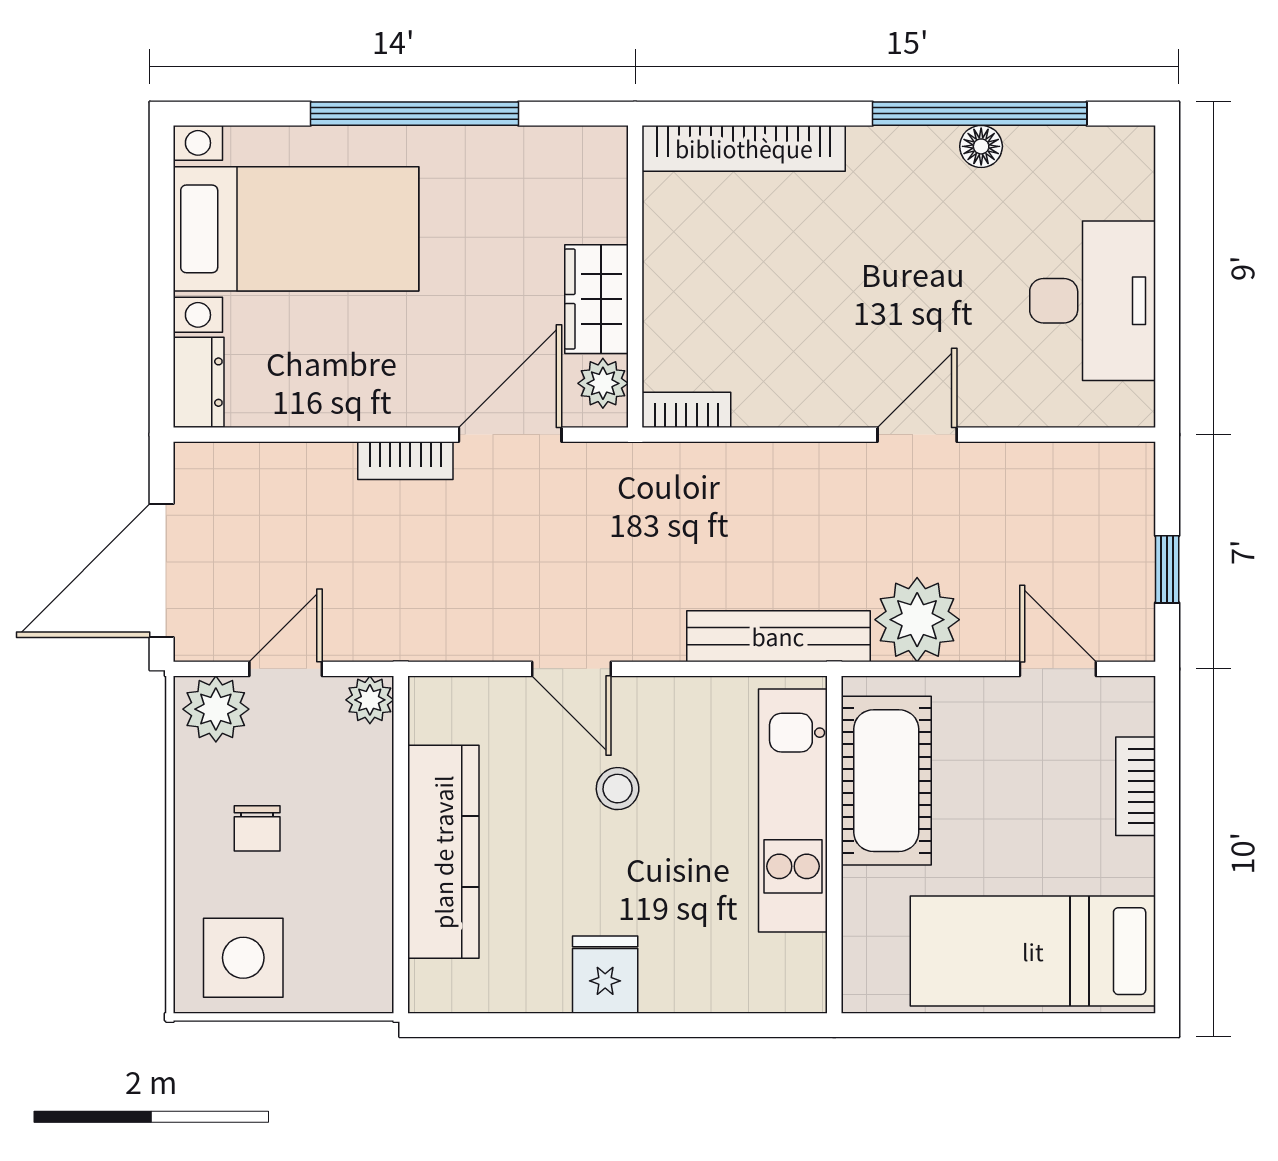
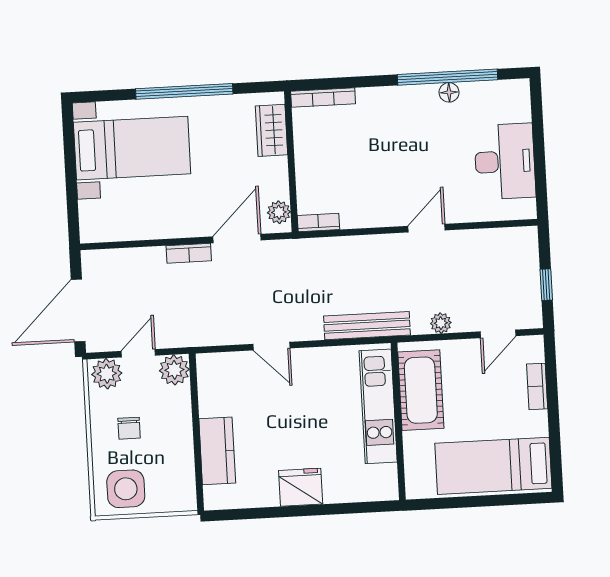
bookcase: (744, 148) -> (323, 98), width x0.68, depth x0.76
wardrobe: (596, 299) -> (271, 130), moved
dresser: (199, 382) -> (91, 222), removed
plant: (917, 620) -> (441, 323), width x0.53, depth x0.53
door: (1058, 669) -> (498, 334), swing flipped
plant: (370, 700) -> (174, 370), width x1.38, depth x1.38
stool: (618, 789) -> (296, 401), removed
kitchen counter: (443, 852) -> (217, 451), width x0.67
fridge: (605, 975) -> (301, 487), width x1.38

